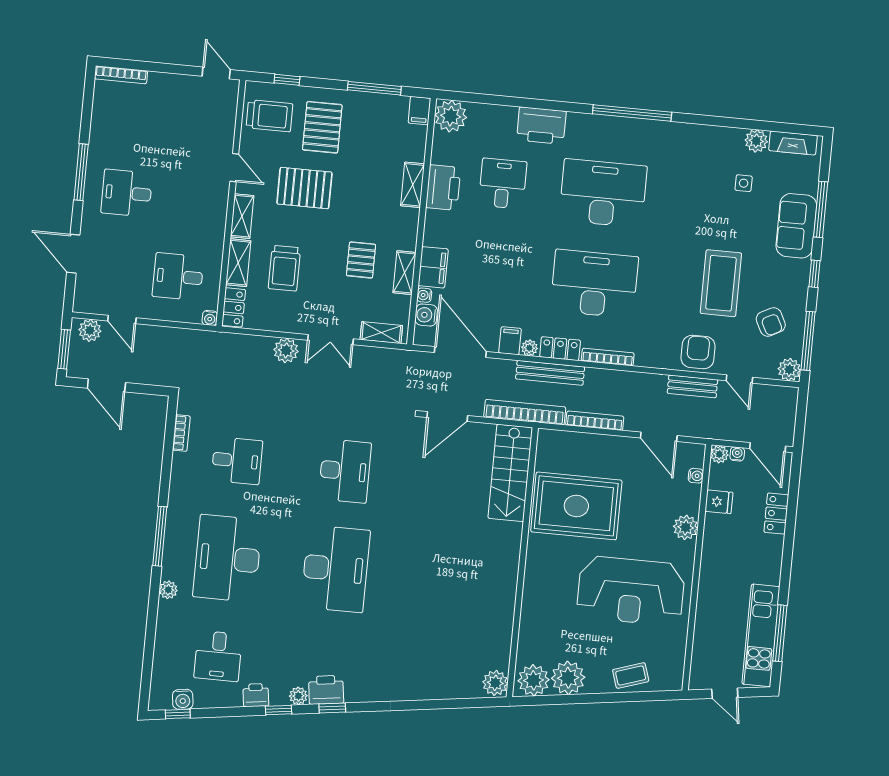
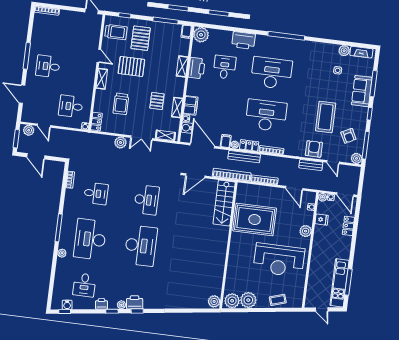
shelving: (238, 263) -> (99, 101), removed

